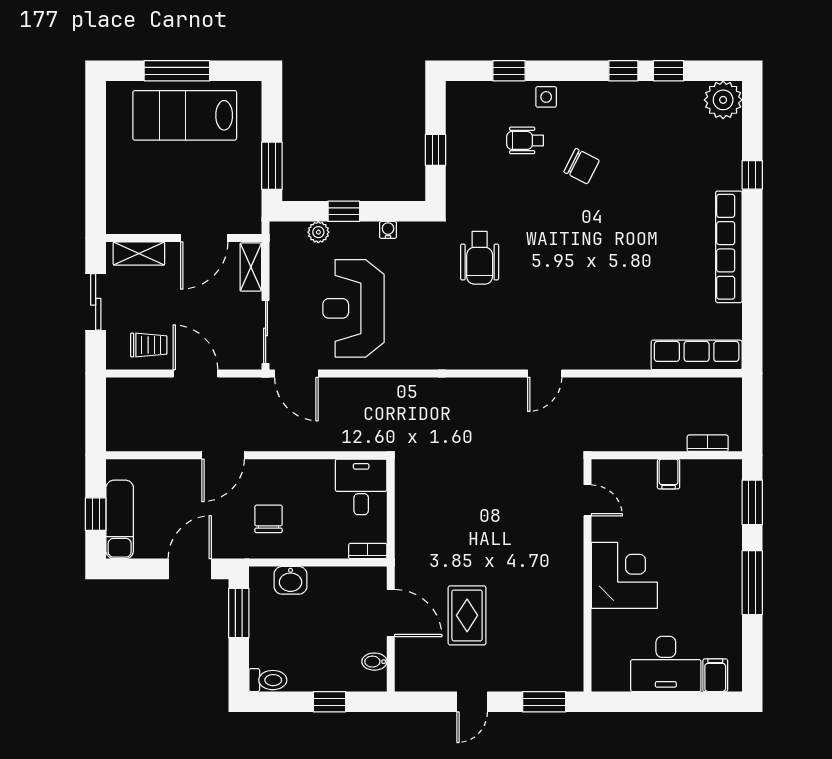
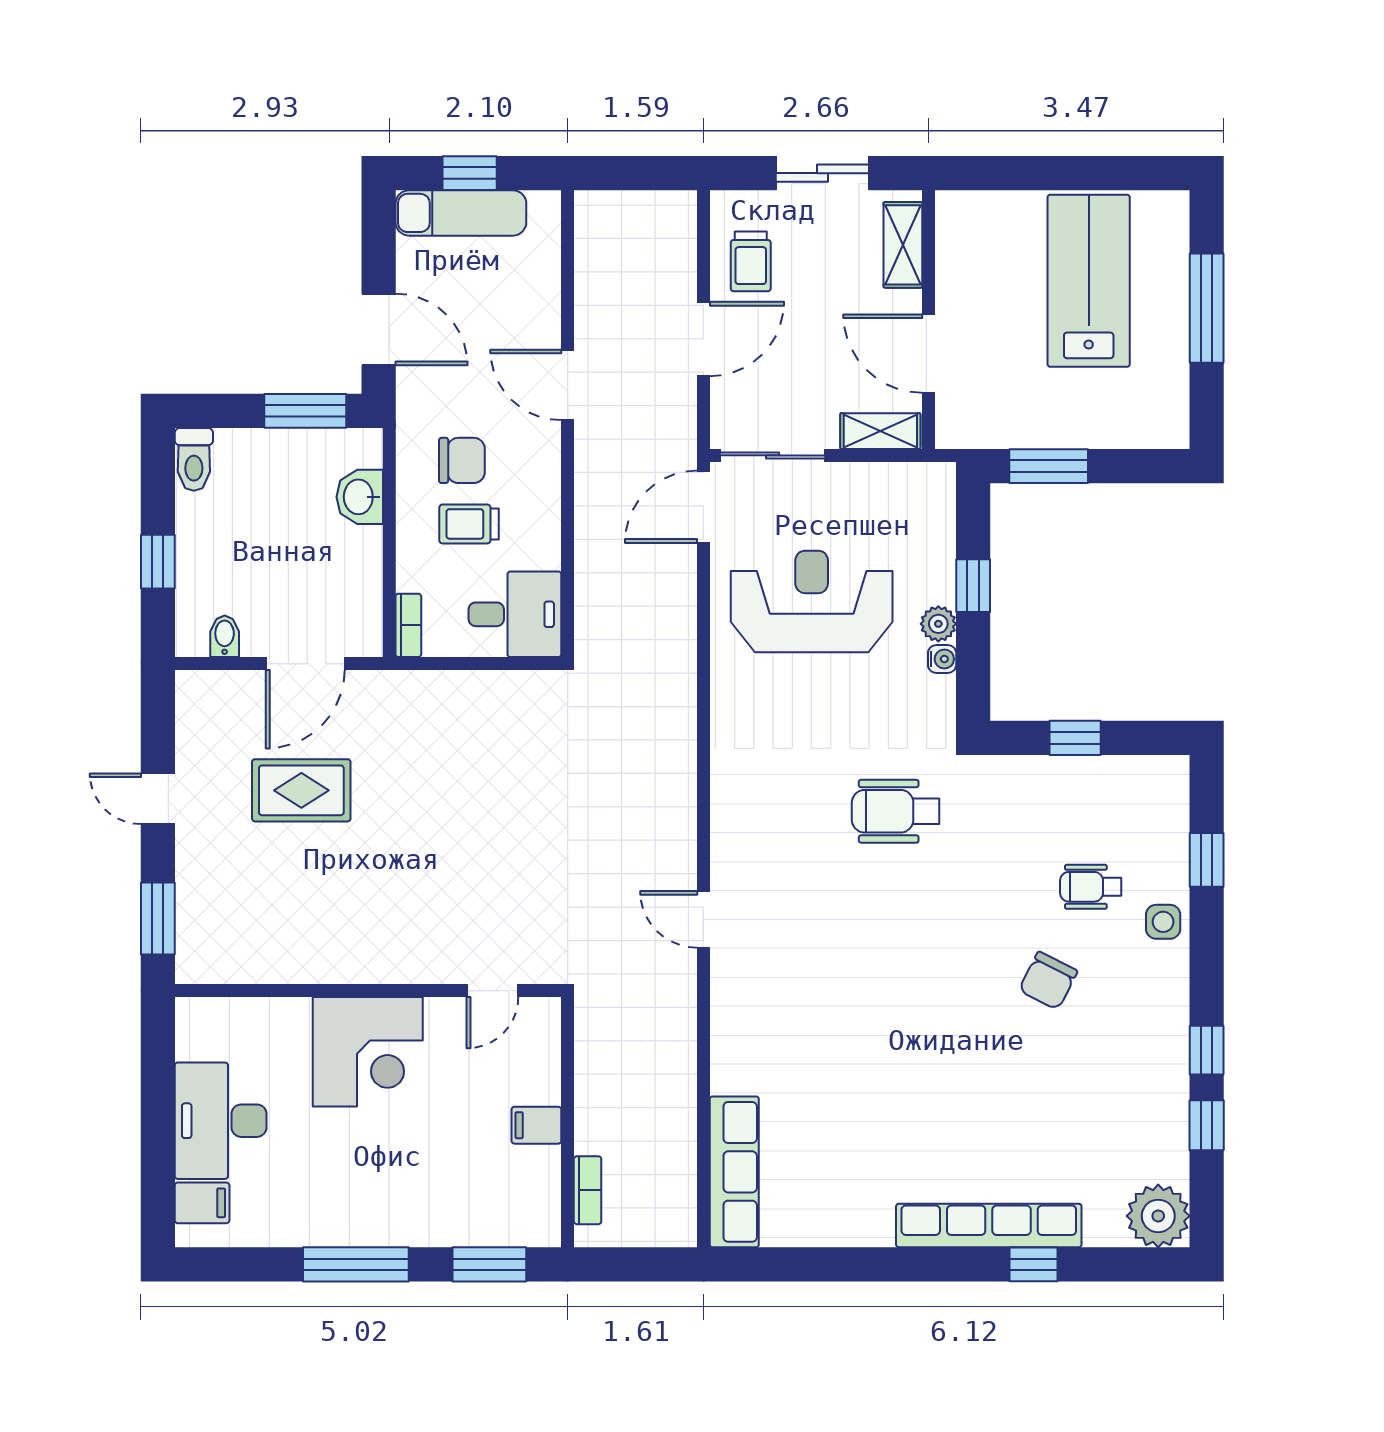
lab bench: (185, 115) -> (1089, 281), moved
wheelchair: (525, 140) -> (1091, 887), turned -90
plant: (318, 232) -> (938, 624), moved
row of seats: (729, 247) -> (989, 1225), moved
trolley: (307, 515) -> (469, 524), added

